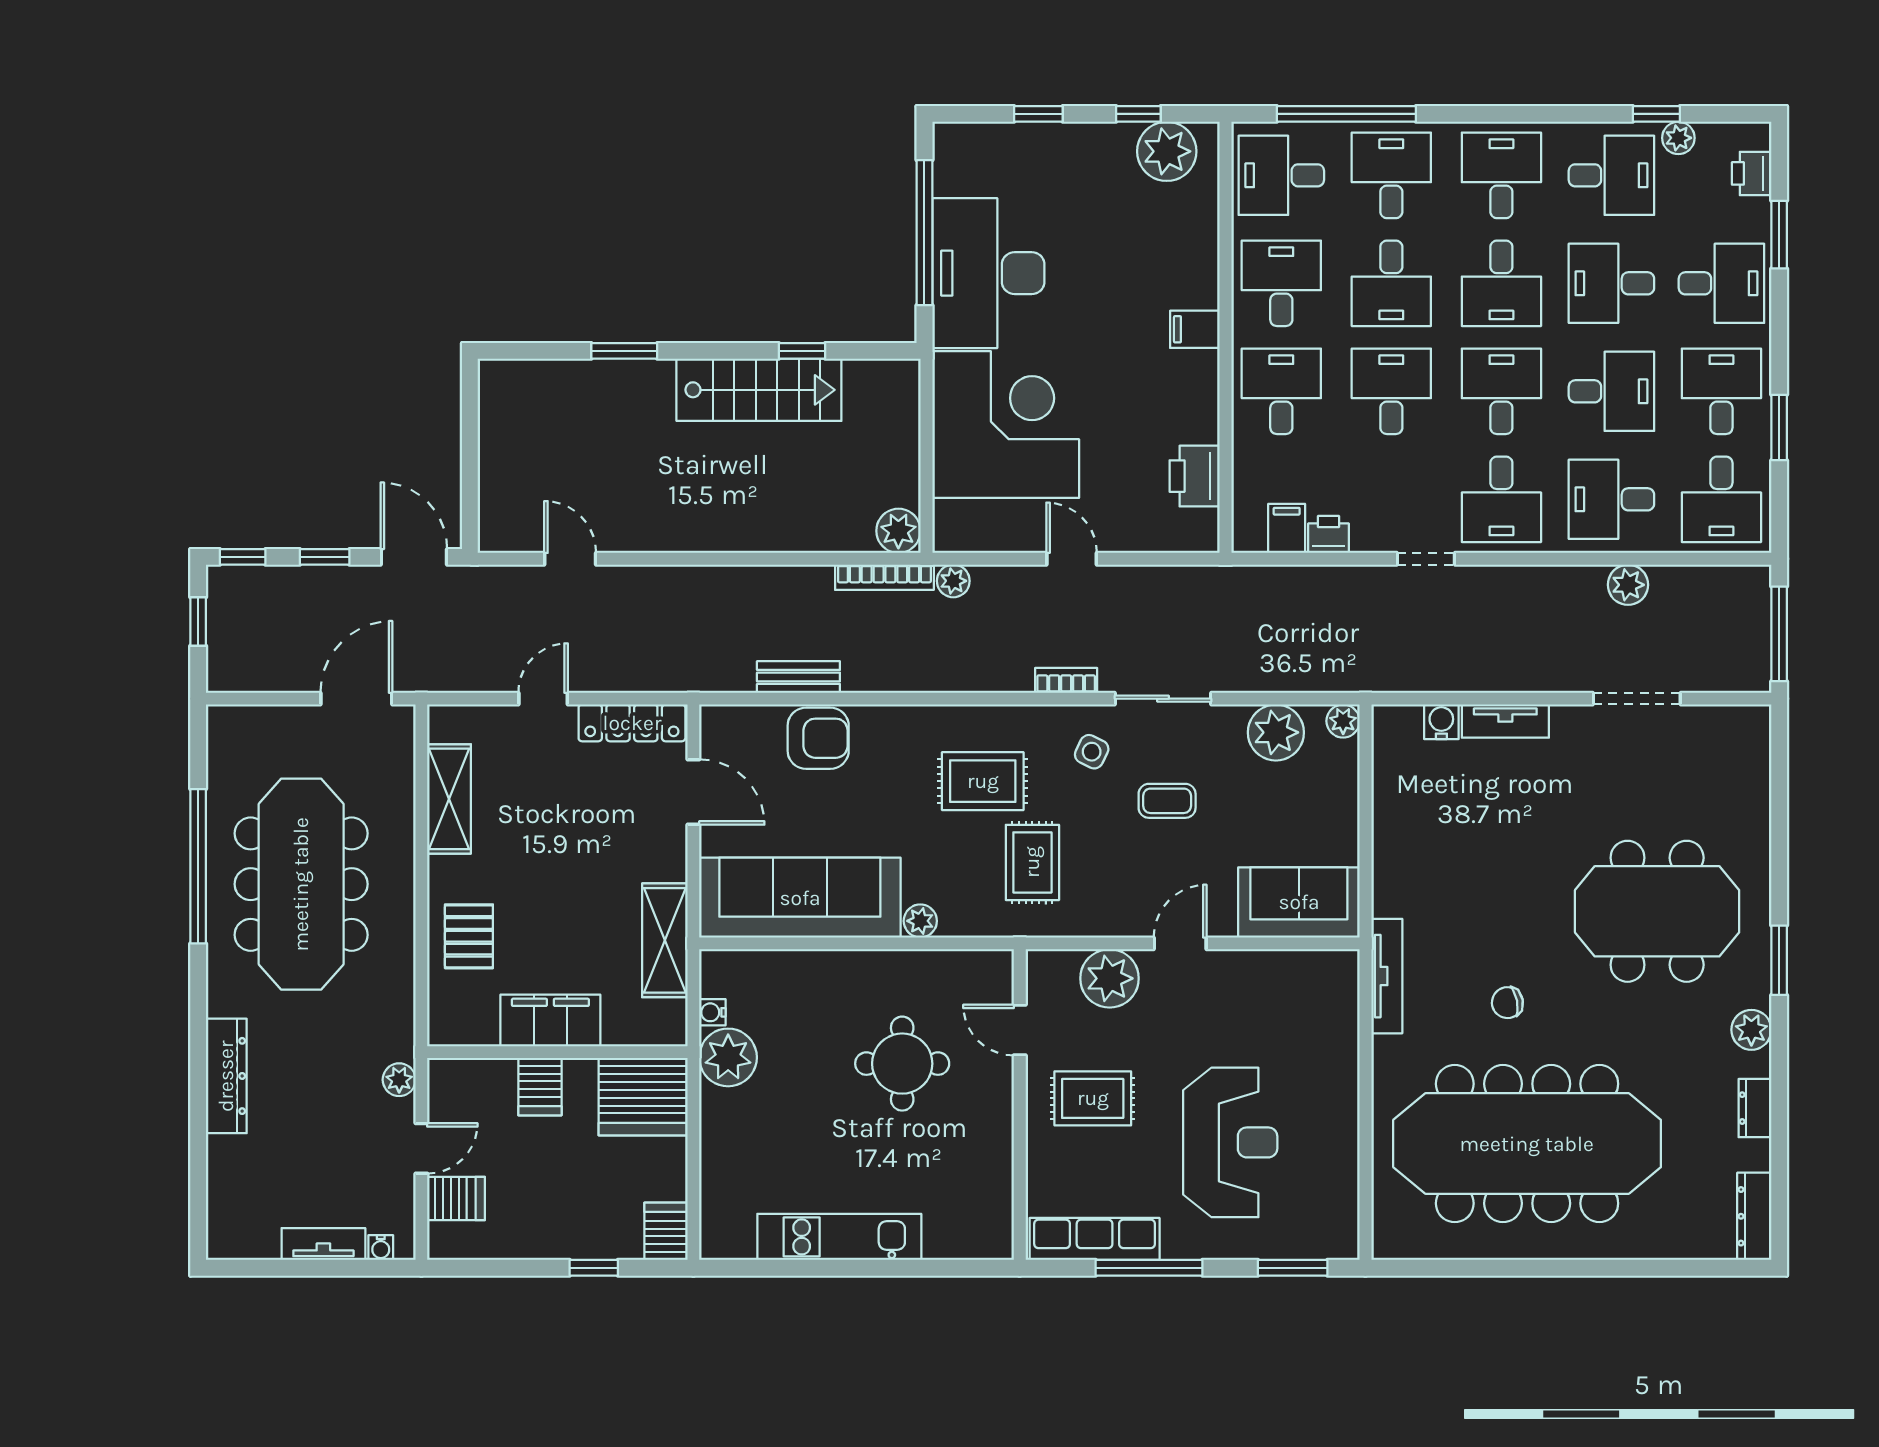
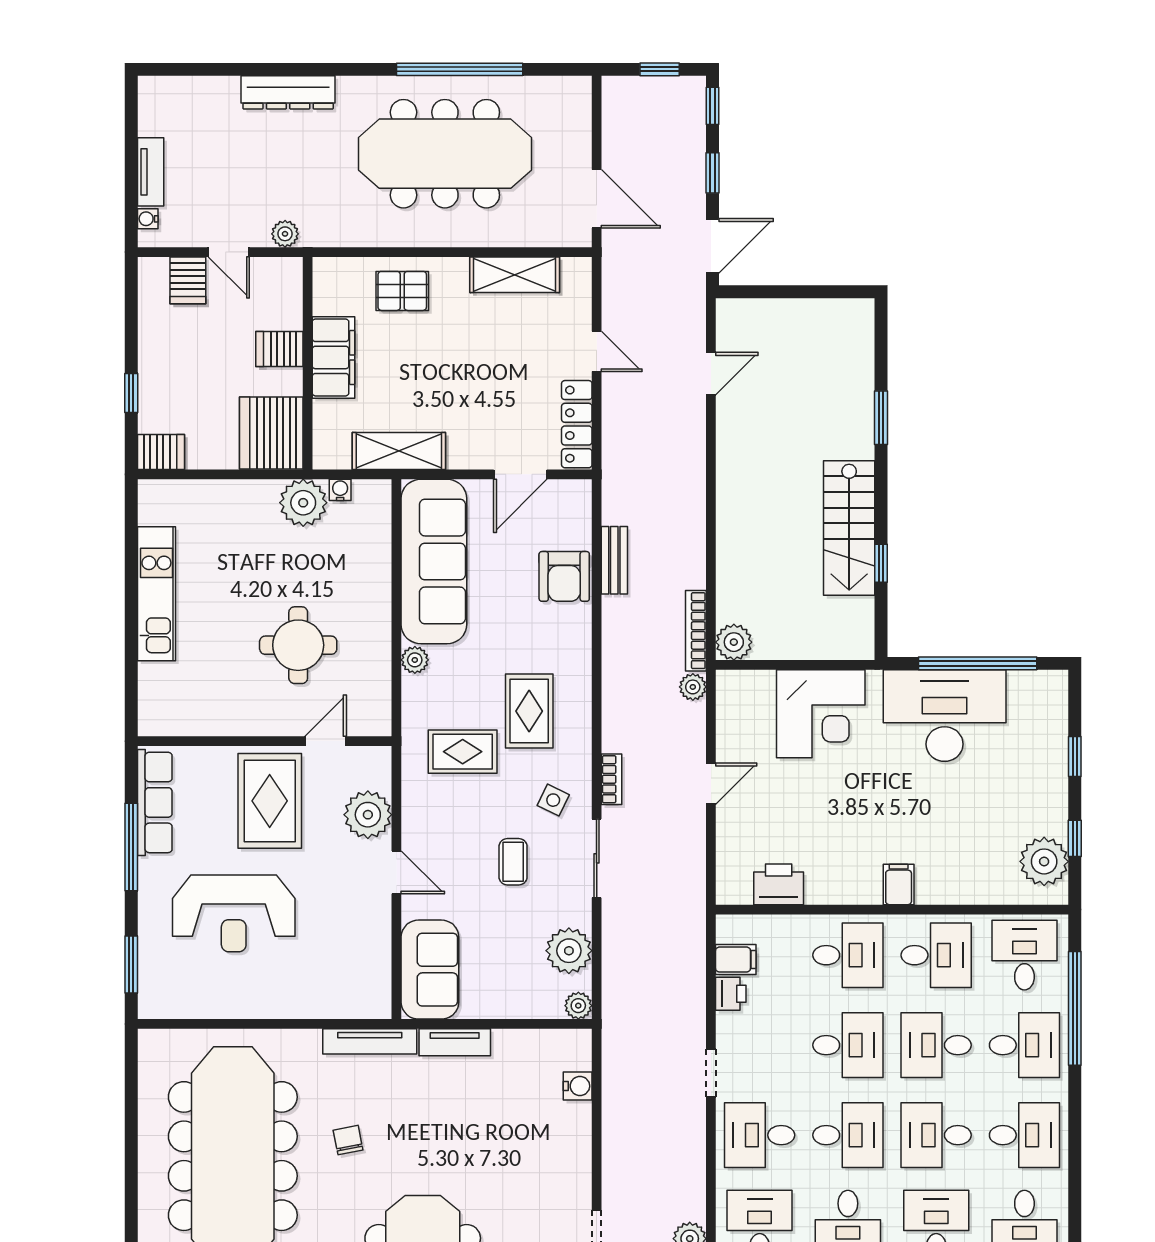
corner desk: (1006, 425) -> (821, 714), width x0.74, depth x0.74
tv unit: (1505, 721) -> (455, 1042), moved, turned -90
rug: (1093, 1098) -> (270, 801), width x1.36, depth x1.43

